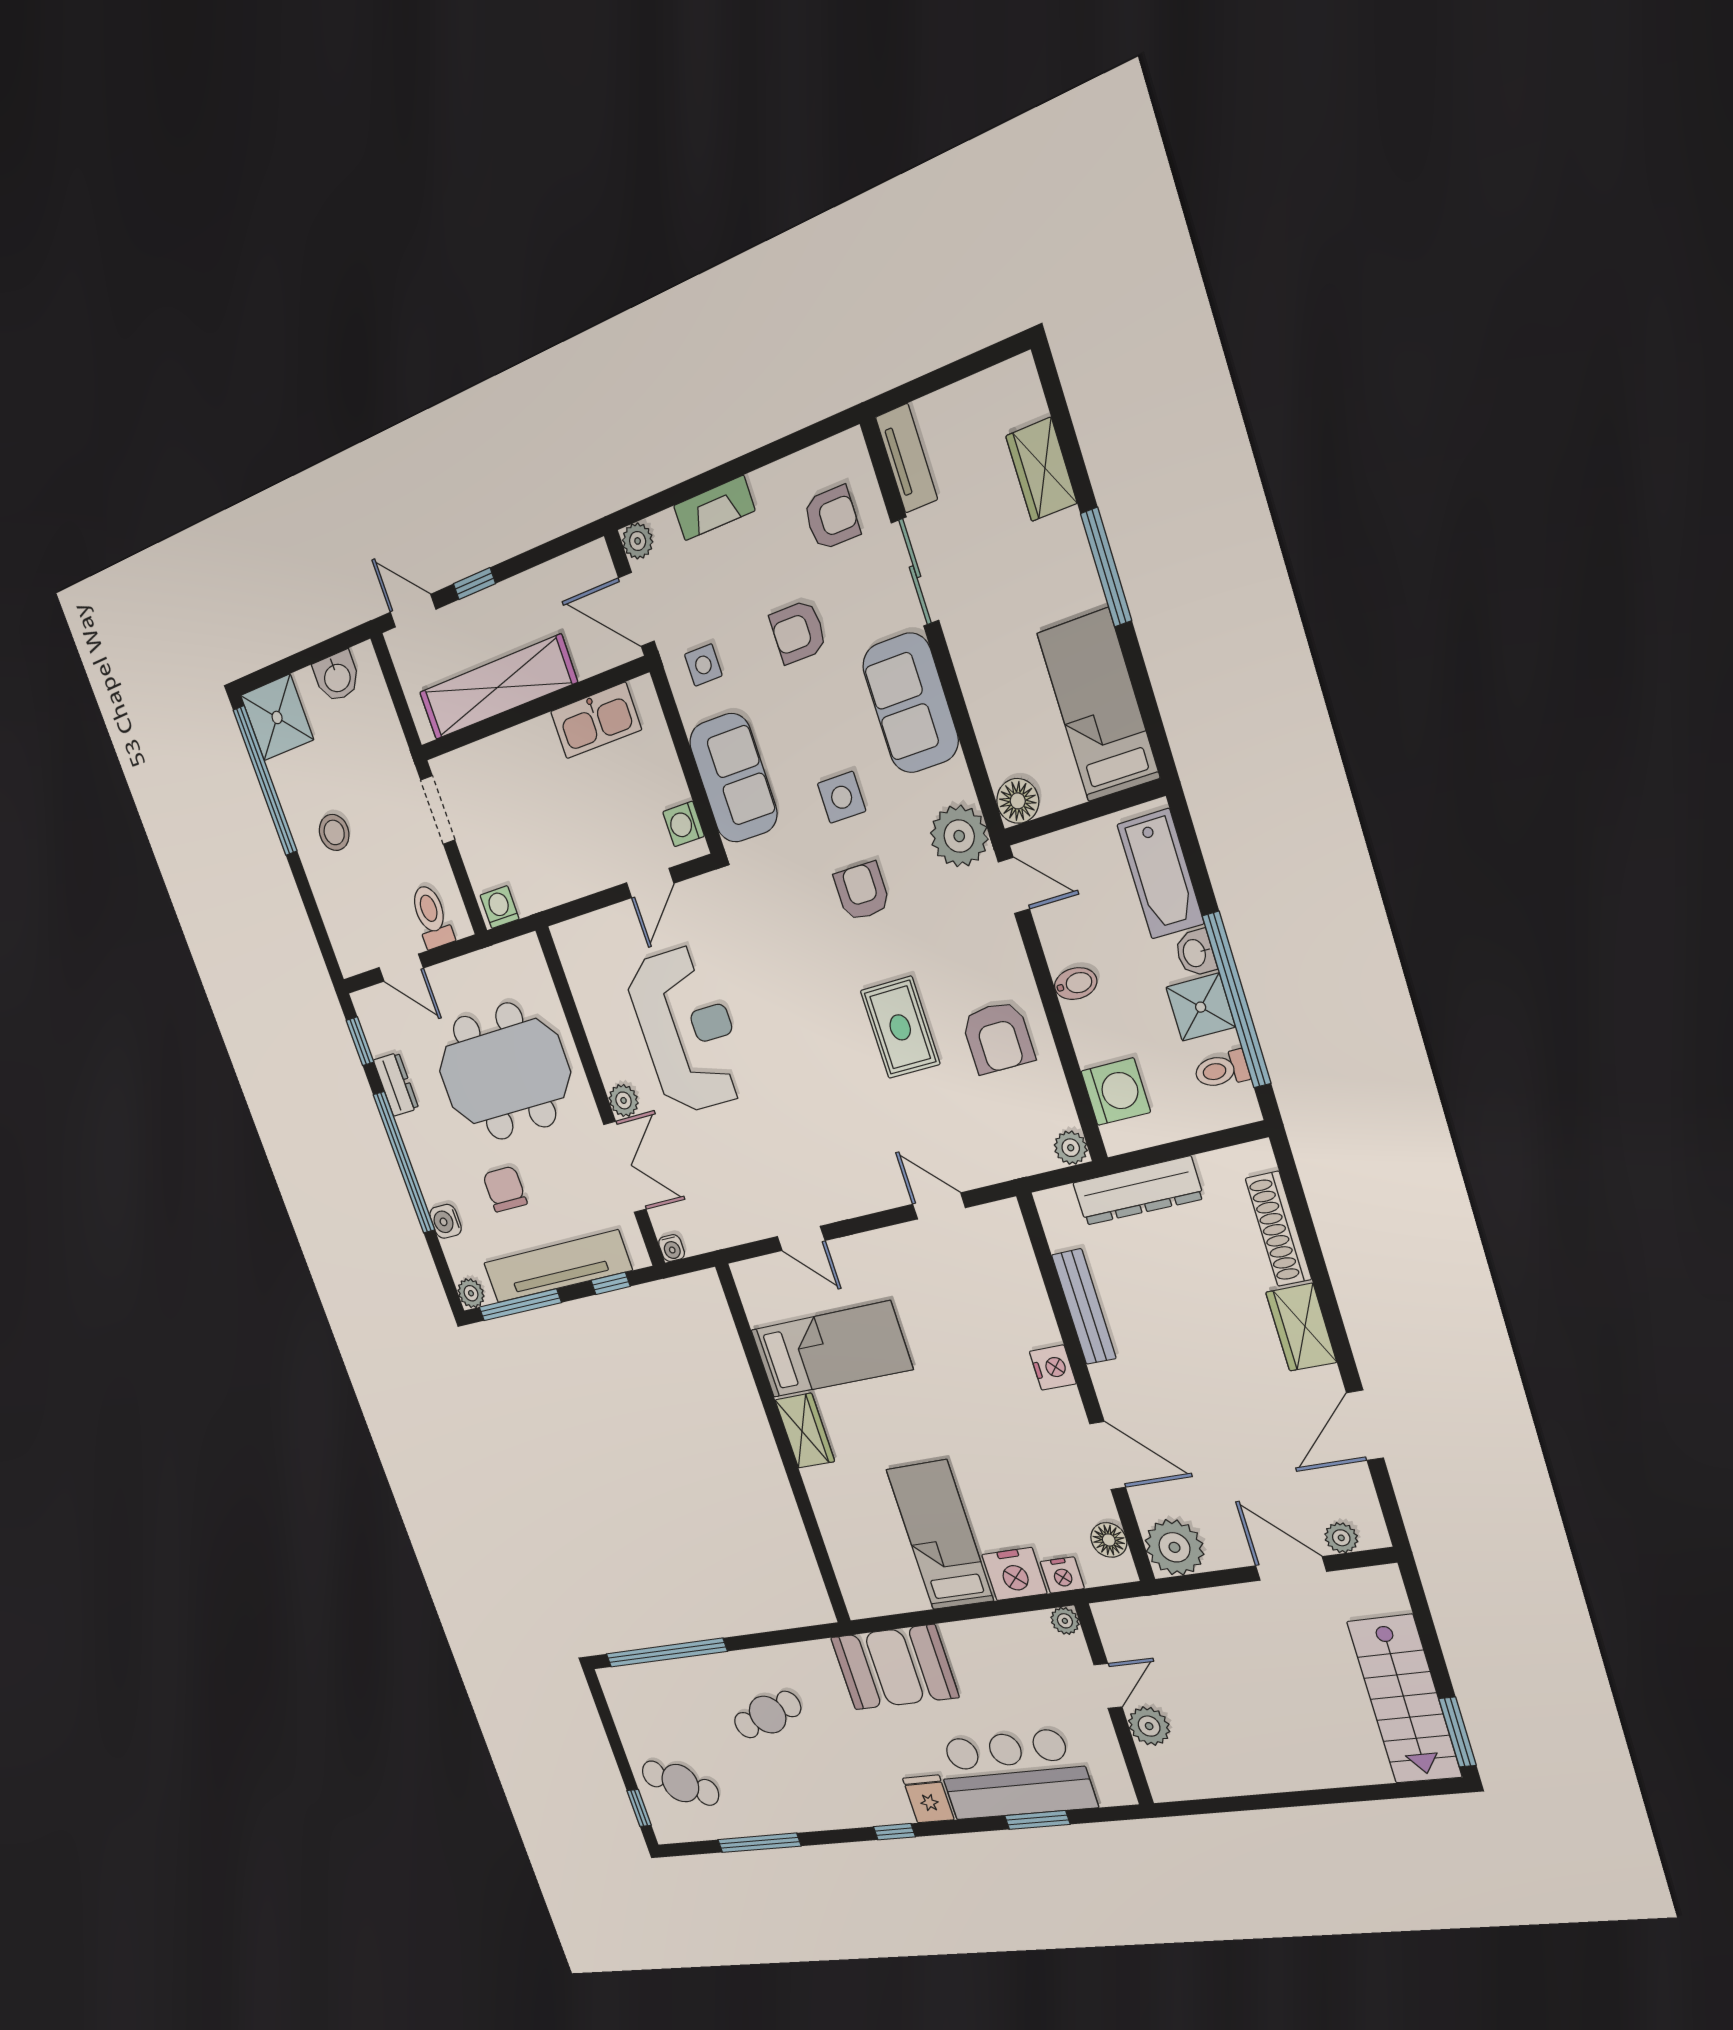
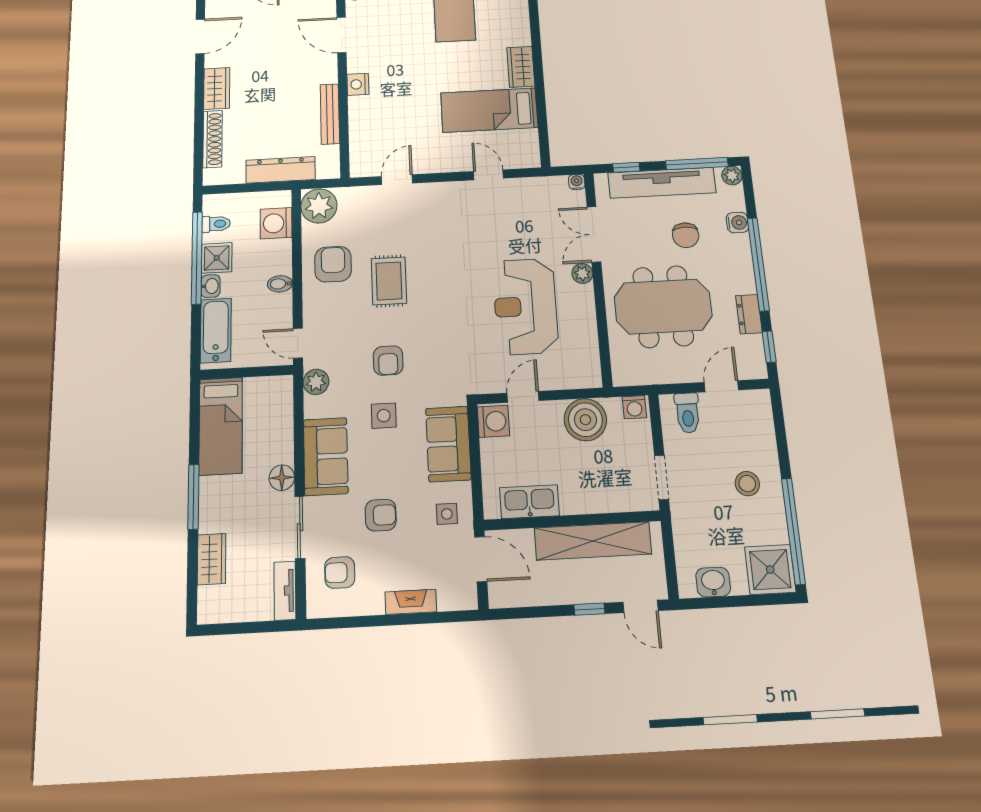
plant: (638, 541) -> (467, 599), removed
floor lamp: (1018, 801) -> (282, 478), moved
washing machine: (684, 824) -> (493, 421), width x1.38, depth x1.38
plant: (959, 836) -> (316, 382), width x0.73, depth x0.73
boiler: (557, 870) -> (585, 420), added
door: (401, 968) -> (721, 386), hinge flipped
plant: (1071, 1148) -> (319, 206), width x1.88, depth x1.88
door: (939, 1206) -> (397, 180), swing flipped

